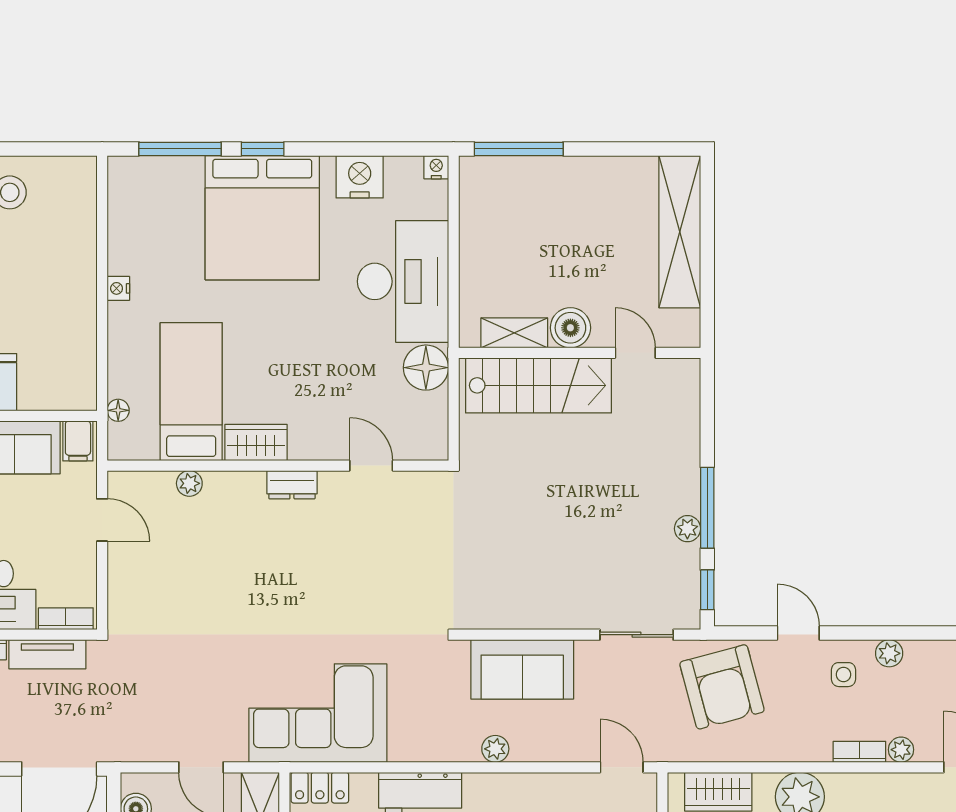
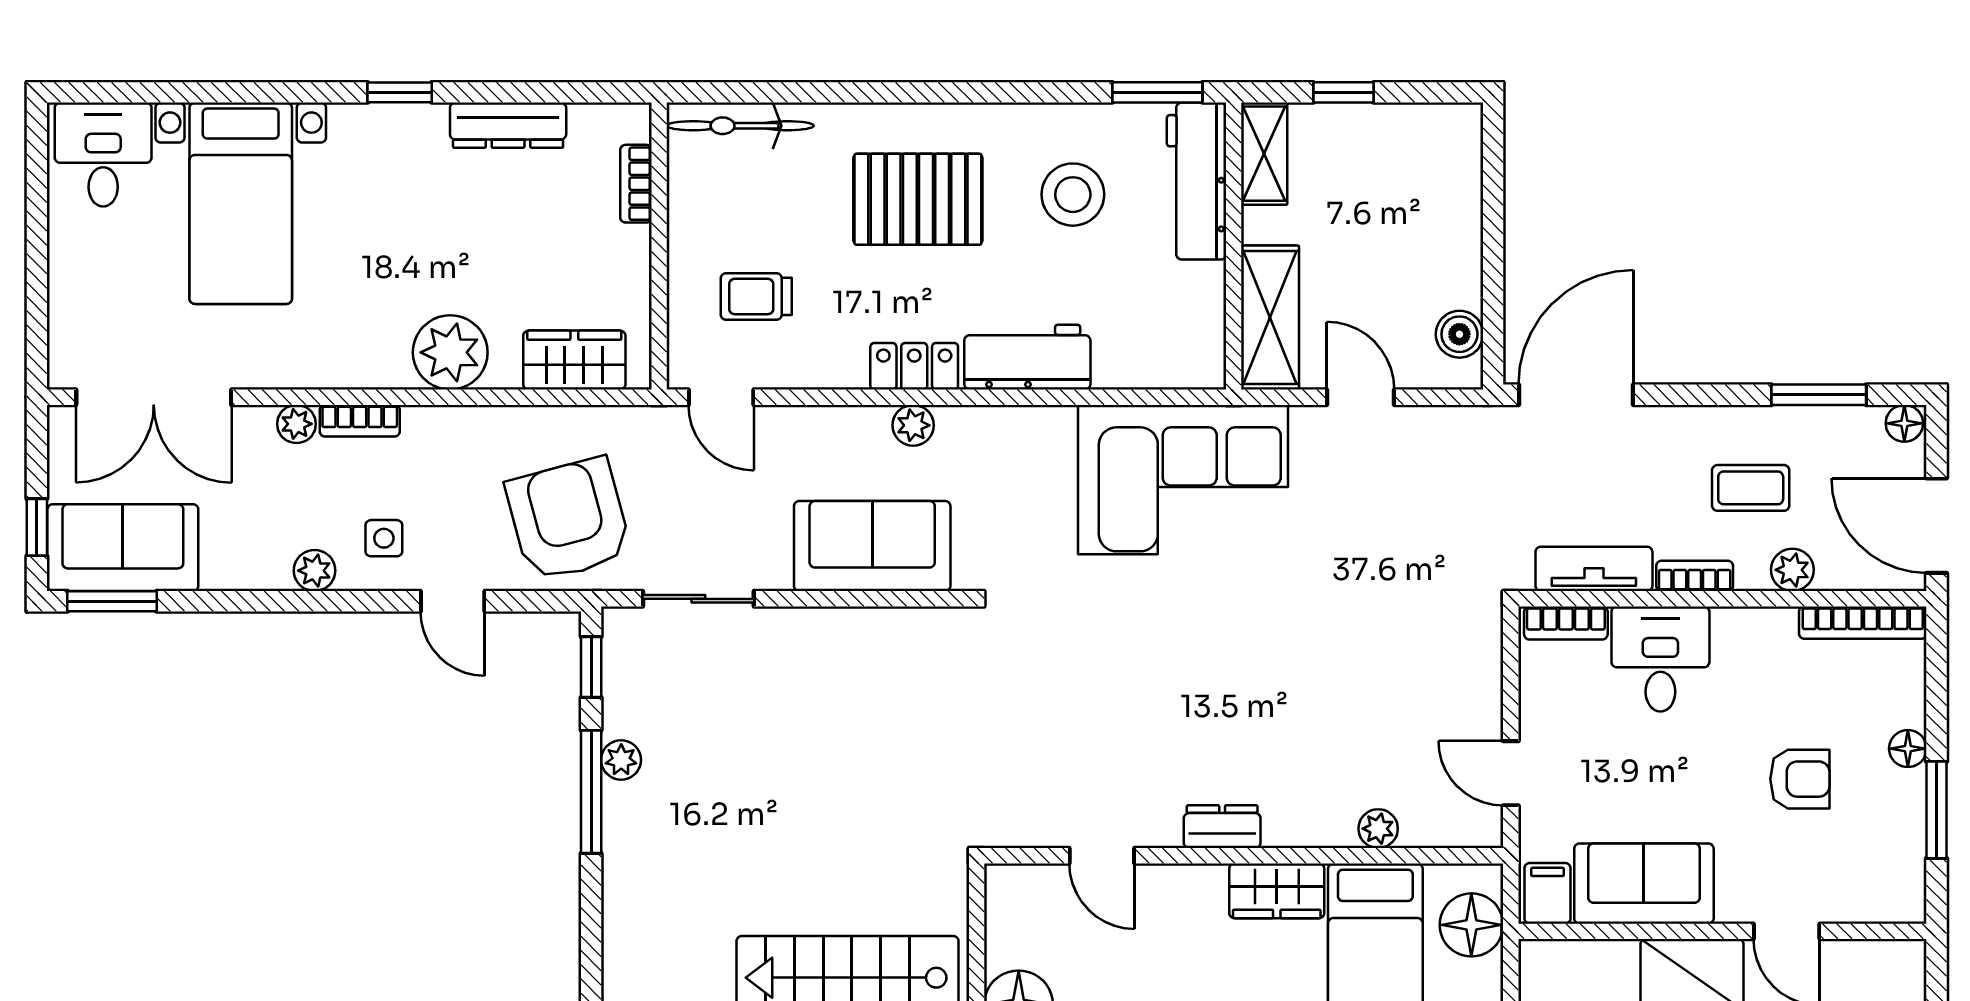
floor lamp: (118, 410) -> (1471, 925), width x1.89, depth x1.89
locker: (320, 788) -> (914, 366), moved

